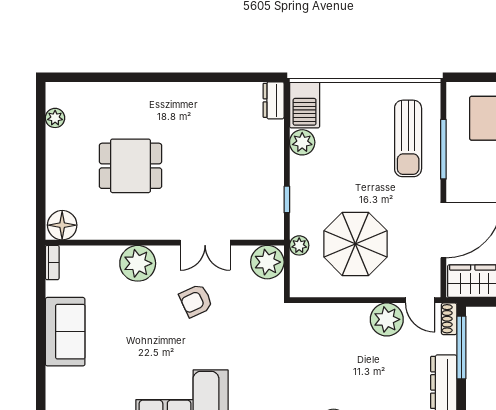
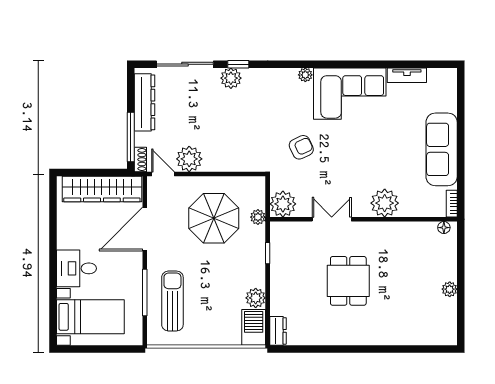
plant: (55, 118) -> (450, 289), moved
dining table: (131, 166) -> (348, 281), moved, turned 90
floor lamp: (62, 225) -> (444, 228), width x0.53, depth x0.53
armchair: (196, 301) -> (301, 147), moved
sofa: (65, 332) -> (442, 149), width x1.36

